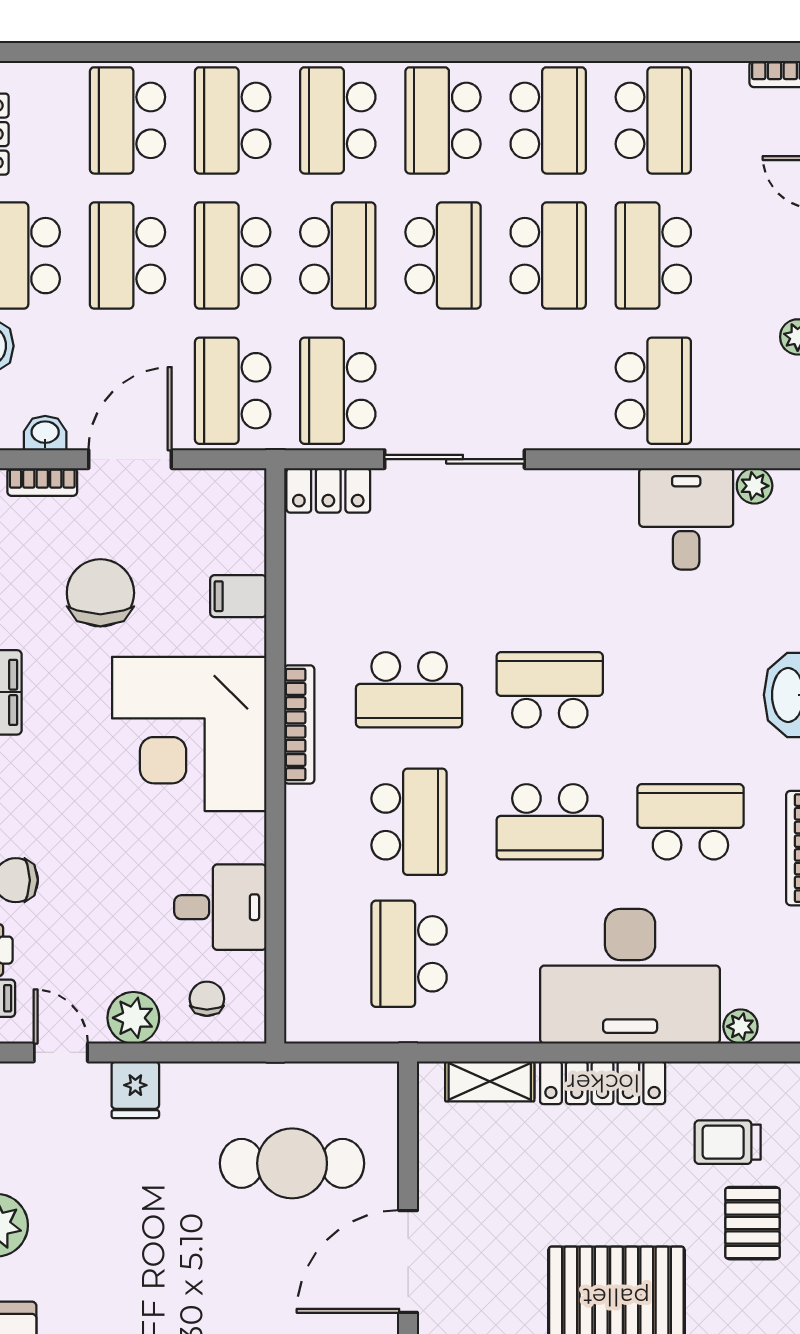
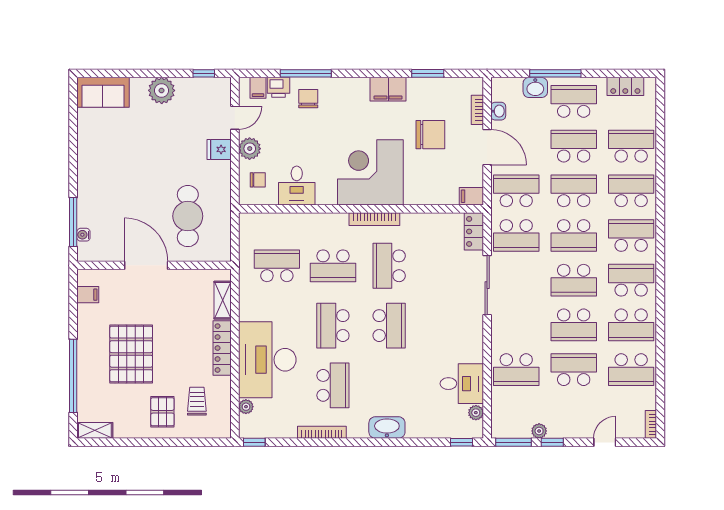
school desk: (338, 391) -> (516, 235), turned 180
filing cabinet: (238, 596) -> (471, 196), moved, turned -90
pallet: (752, 1223) -> (162, 412), turned 90

